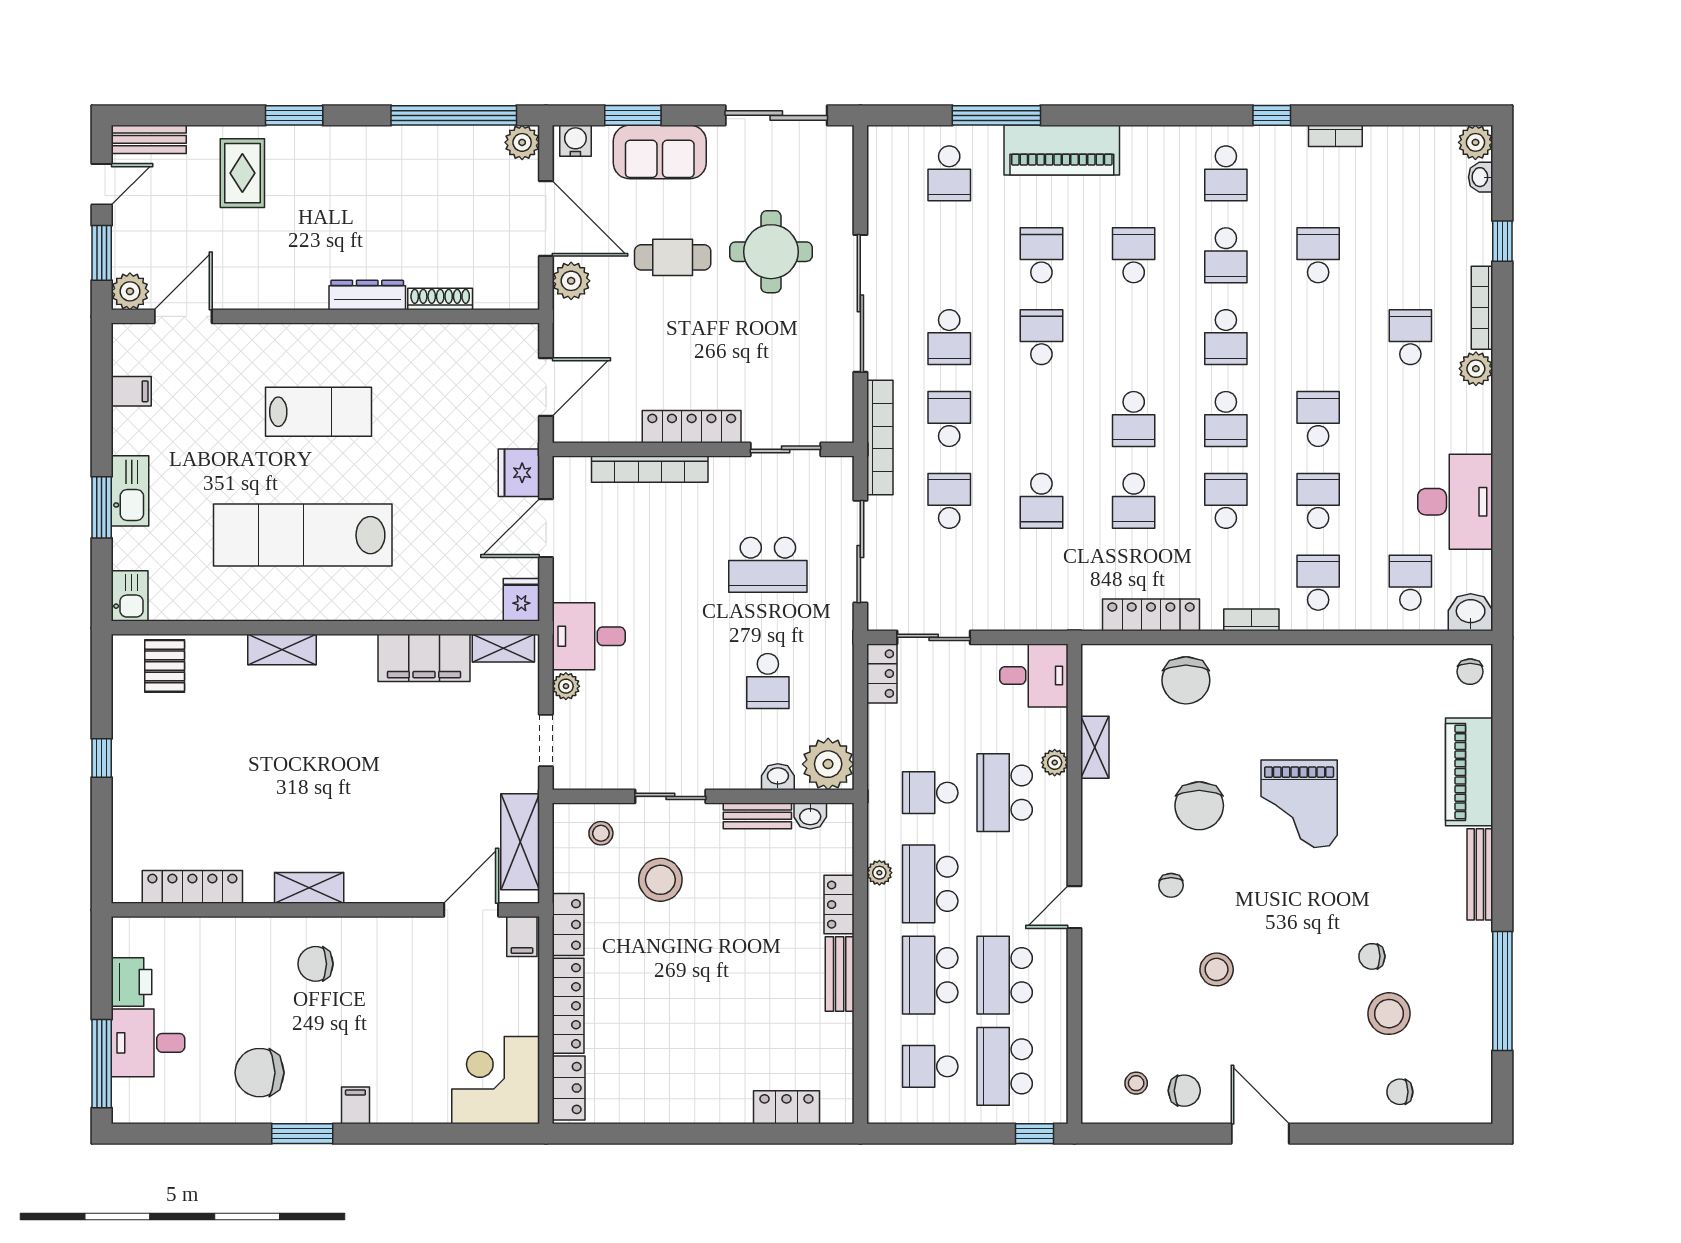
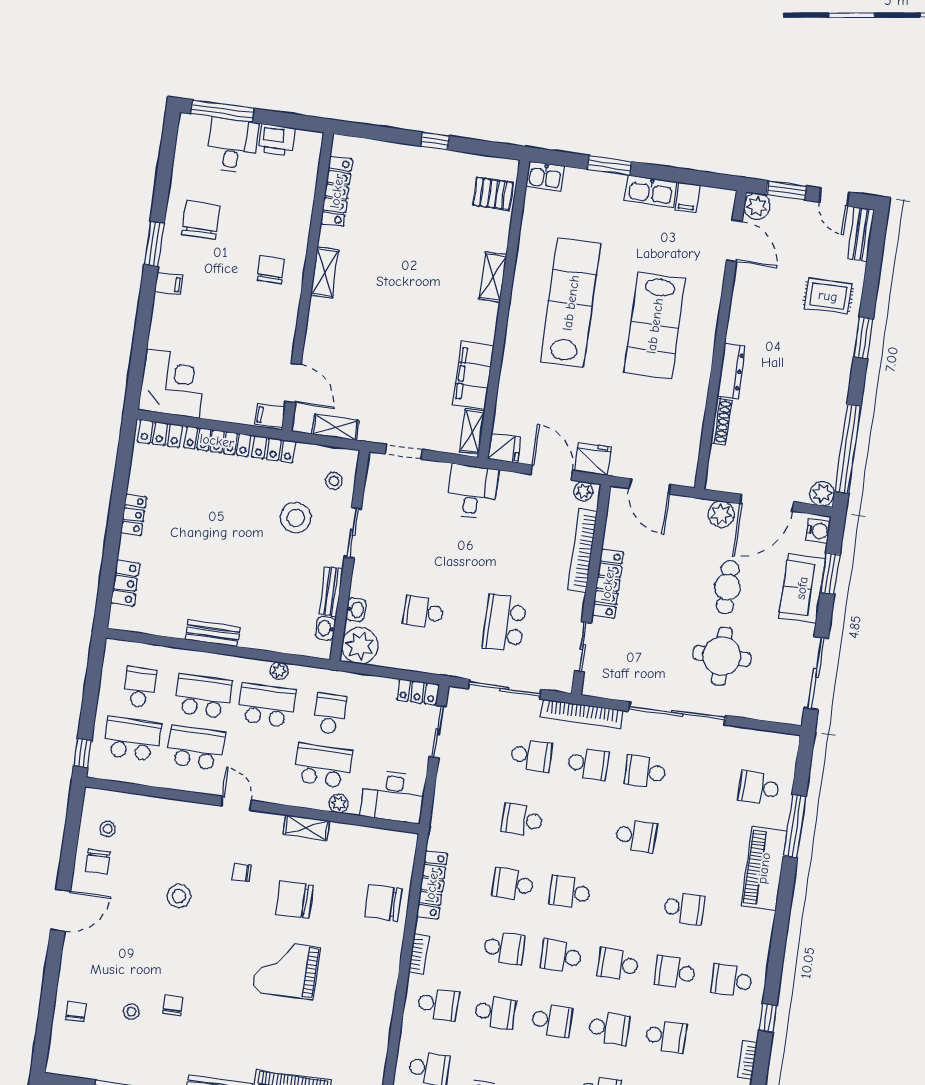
school desk: (1041, 255) -> (609, 1028), moved
lab bench: (318, 412) -> (655, 326), width x1.36, depth x1.39
kitchen sink: (130, 491) -> (651, 191), moved
desk: (1034, 676) -> (393, 796), width x1.37
plant: (566, 686) -> (583, 491), moved
shelving: (1095, 747) -> (306, 828), moved
shelving: (520, 842) -> (335, 427), width x0.67, depth x0.75
locker: (839, 905) -> (134, 515), moved, turned 90
stool: (1389, 1014) -> (131, 1012), width x0.53, depth x0.53

